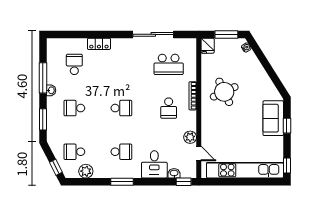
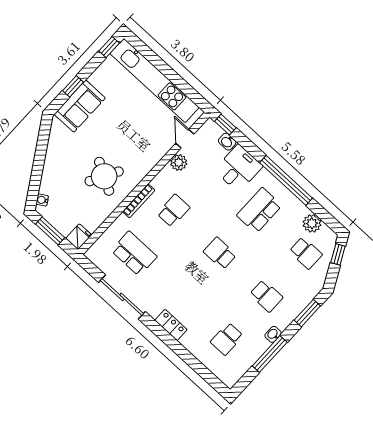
locker: (99, 44) -> (171, 325), moved
round table: (224, 92) -> (104, 176), turned -36
school desk: (121, 152) -> (259, 210), width x1.85
window: (122, 182) -> (286, 180), width x2.11

